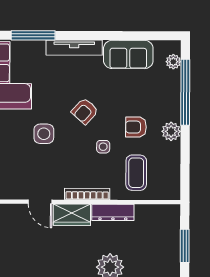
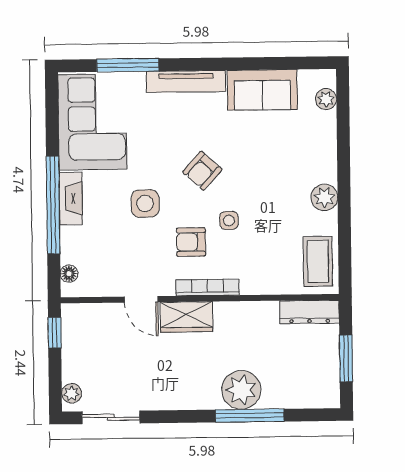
window: (185, 92) -> (343, 142), removed
armchair: (136, 127) -> (191, 242), moved
coffee table: (136, 173) -> (318, 261), moved
dresser: (113, 212) -> (309, 312), moved

